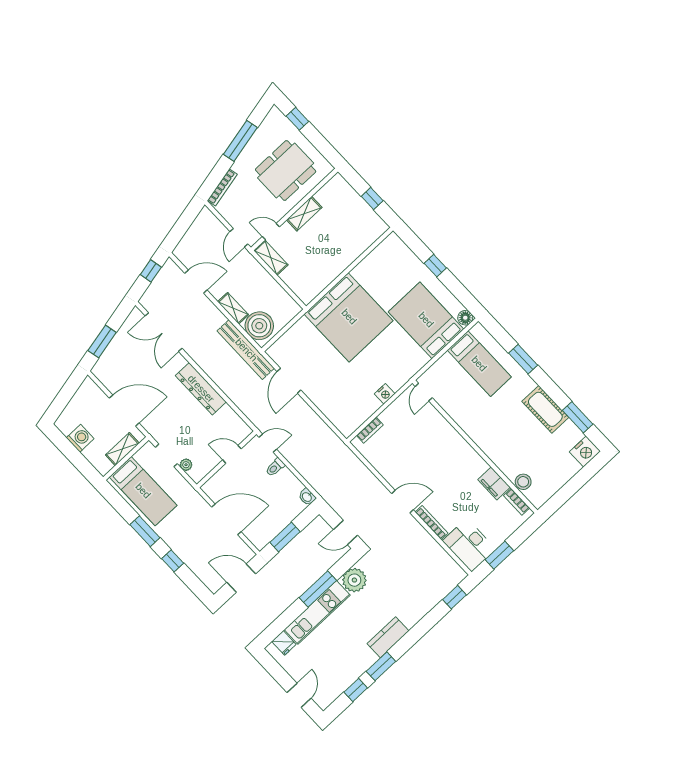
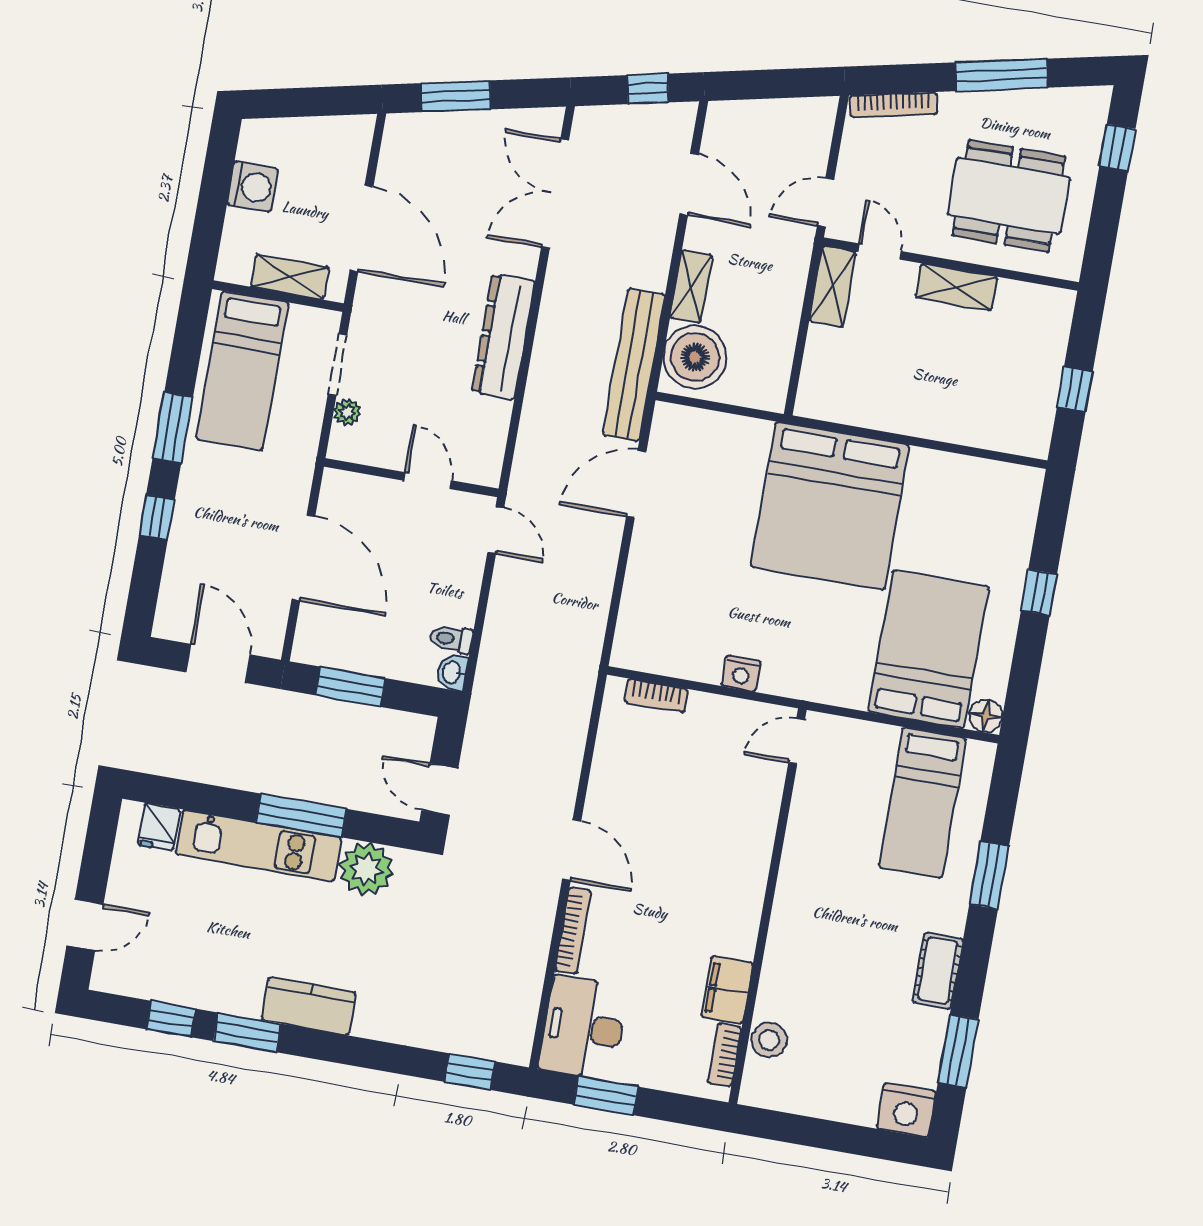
cot: (545, 409) -> (938, 971), width x0.73, depth x0.75
toilet: (275, 467) -> (451, 639), moved

